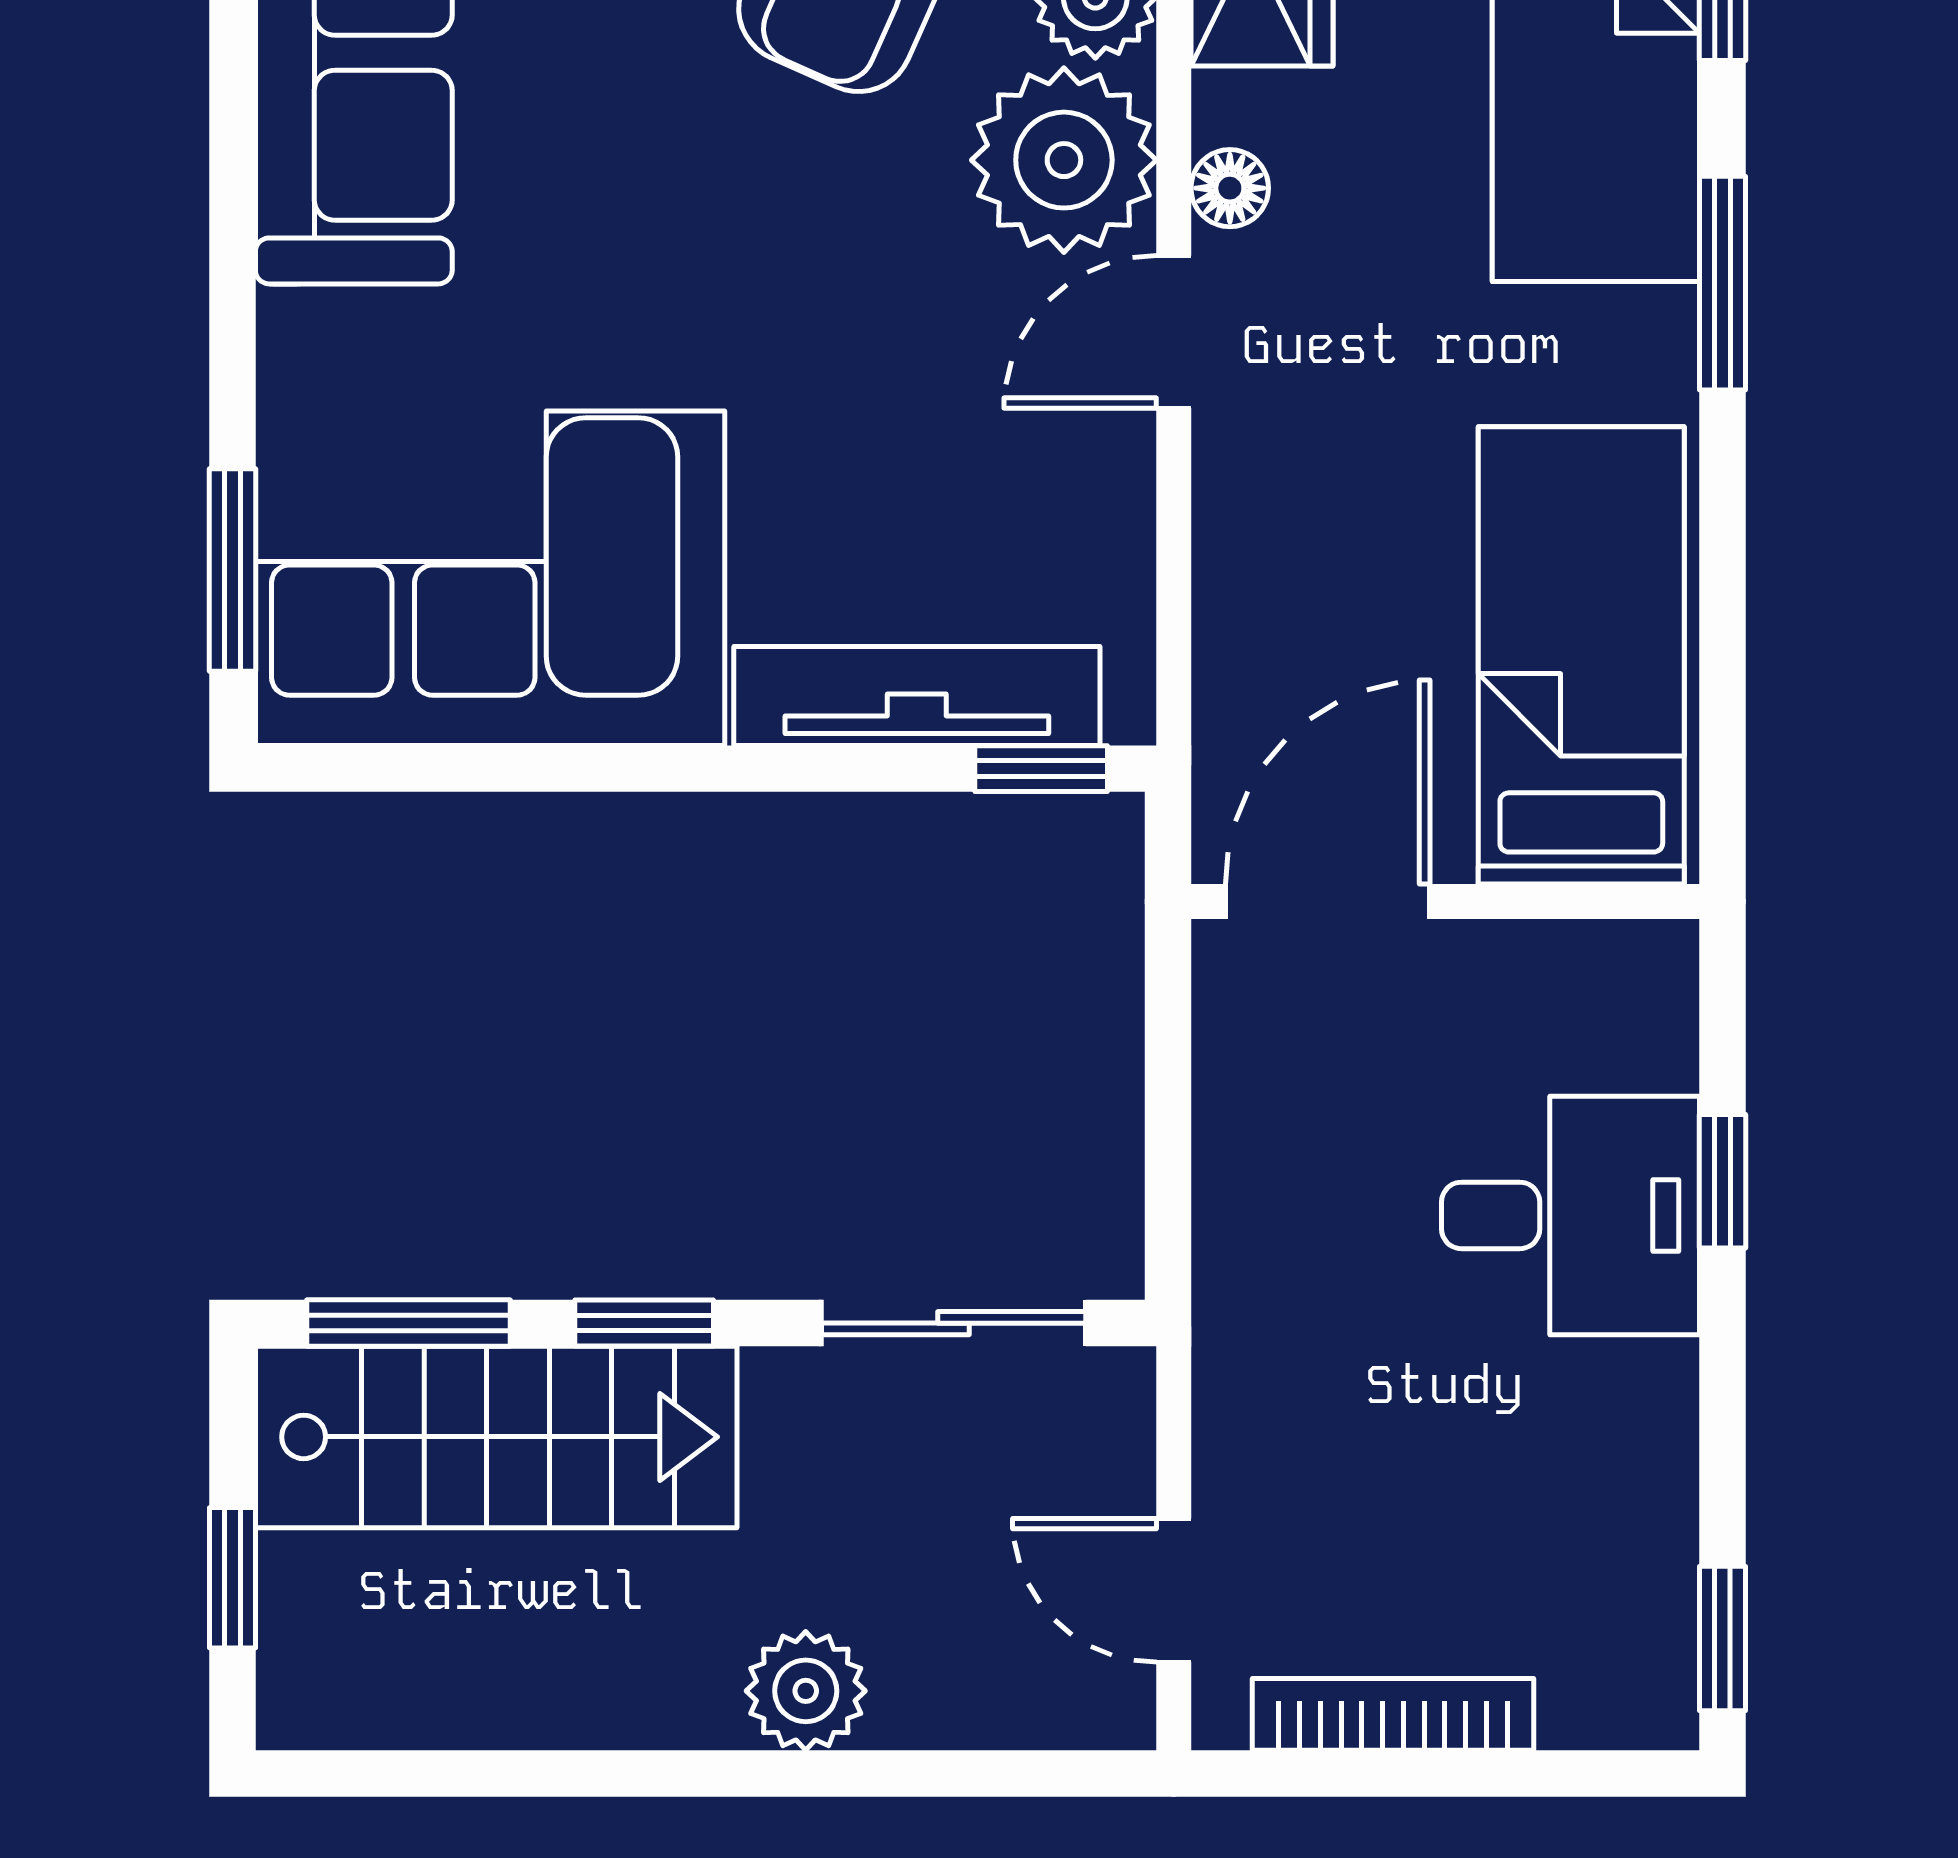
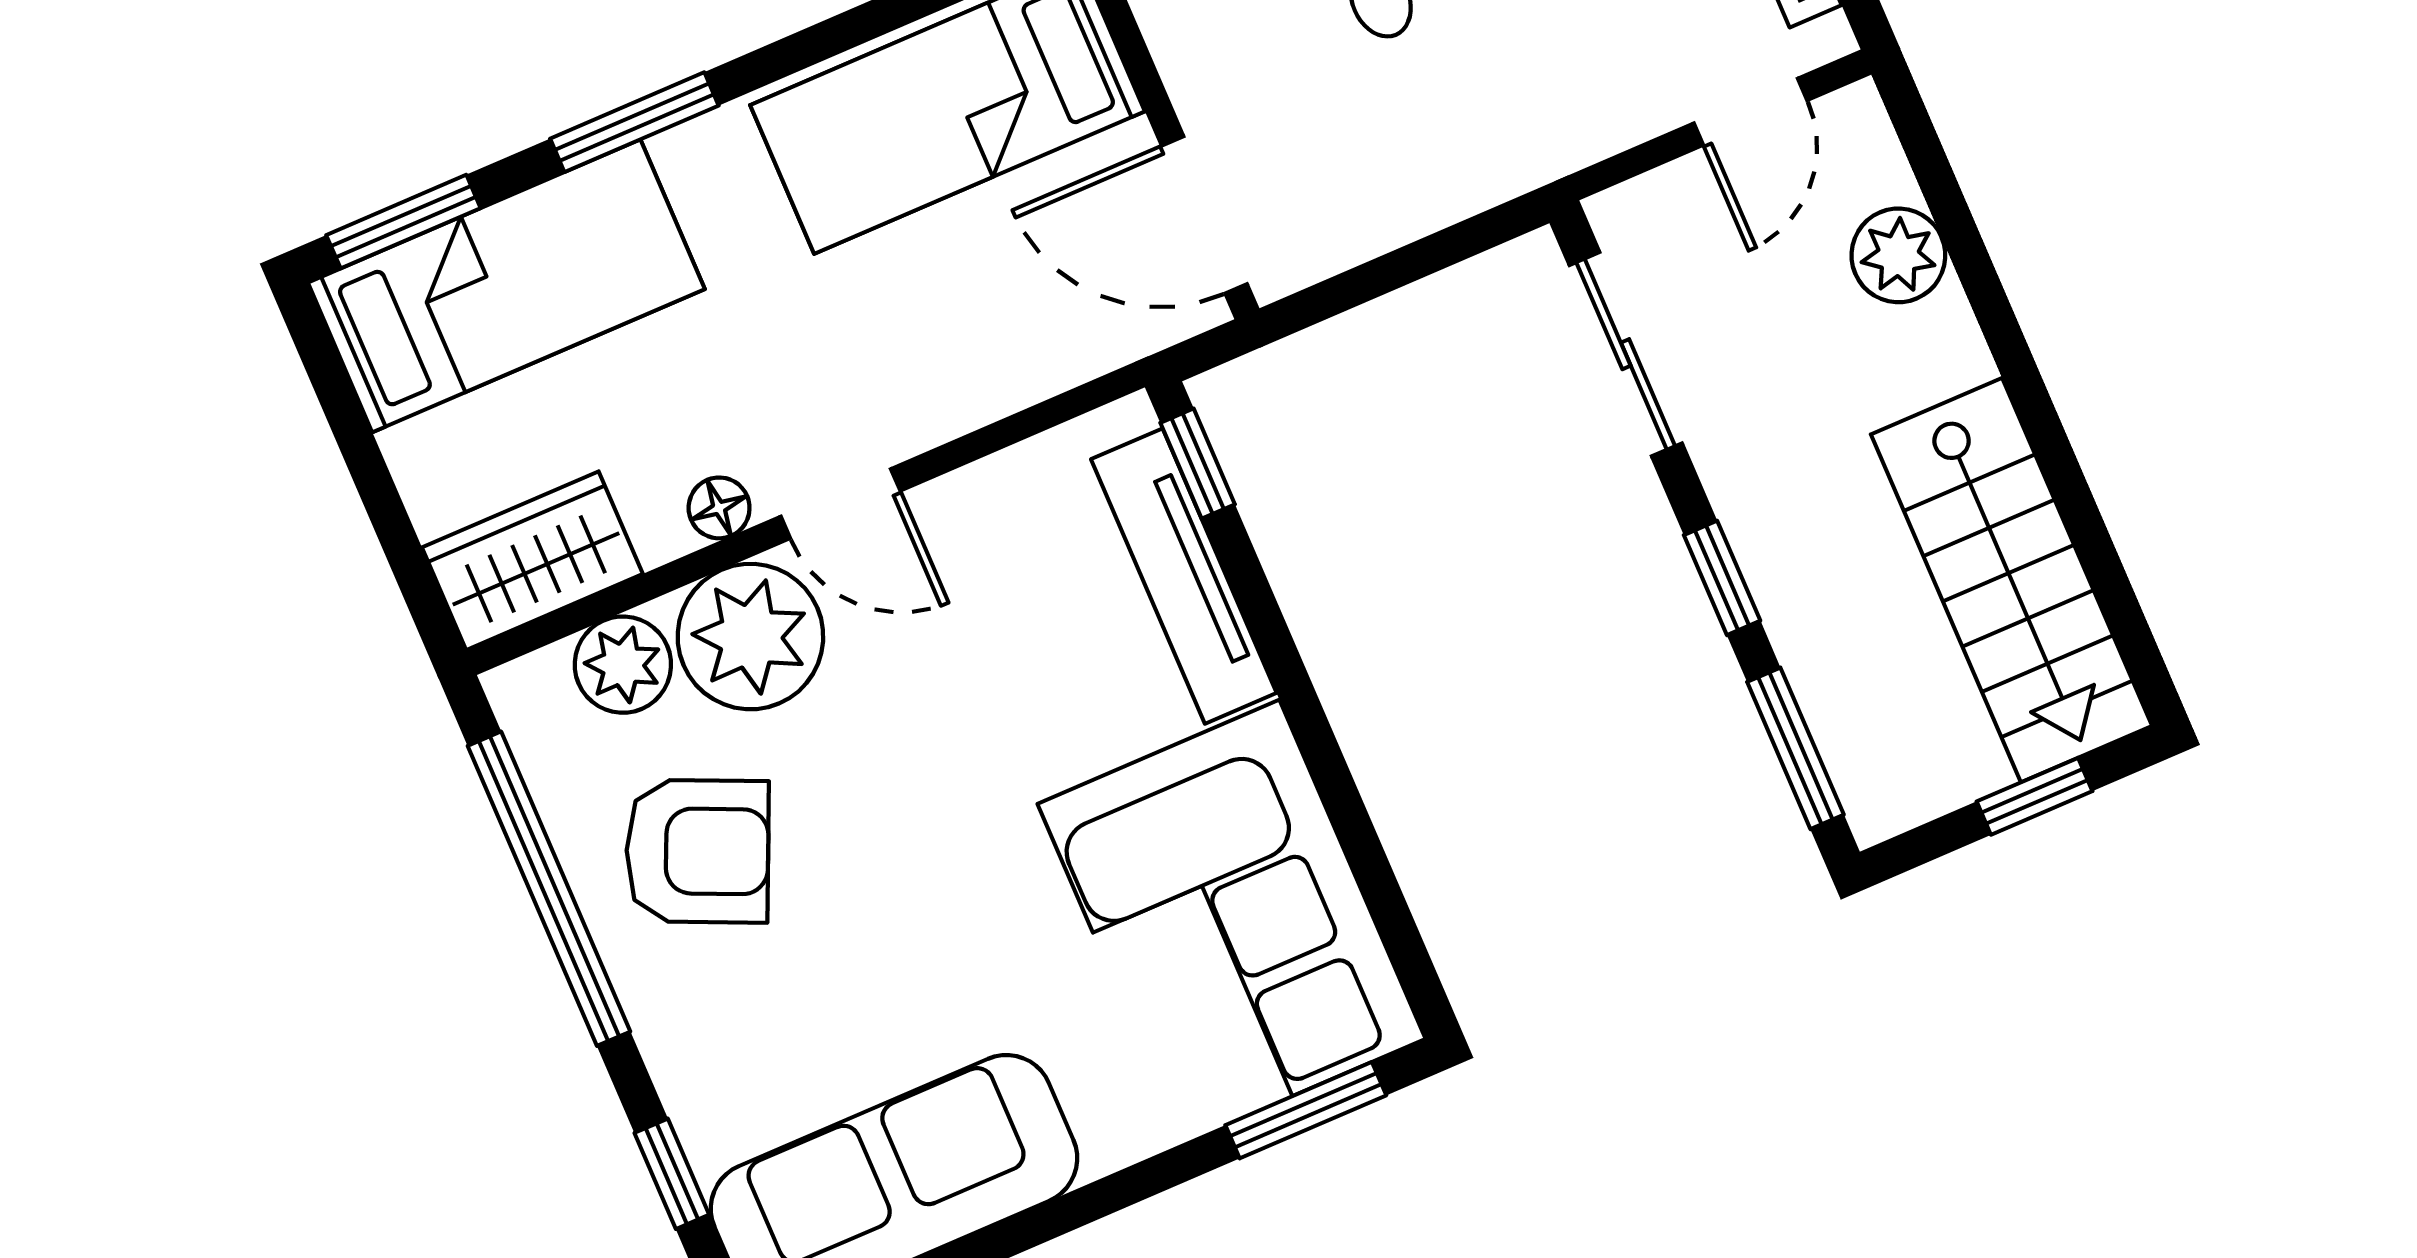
stairs: (496, 1437) -> (2011, 580), moved, turned 180
plant: (806, 1691) -> (1898, 255), moved

